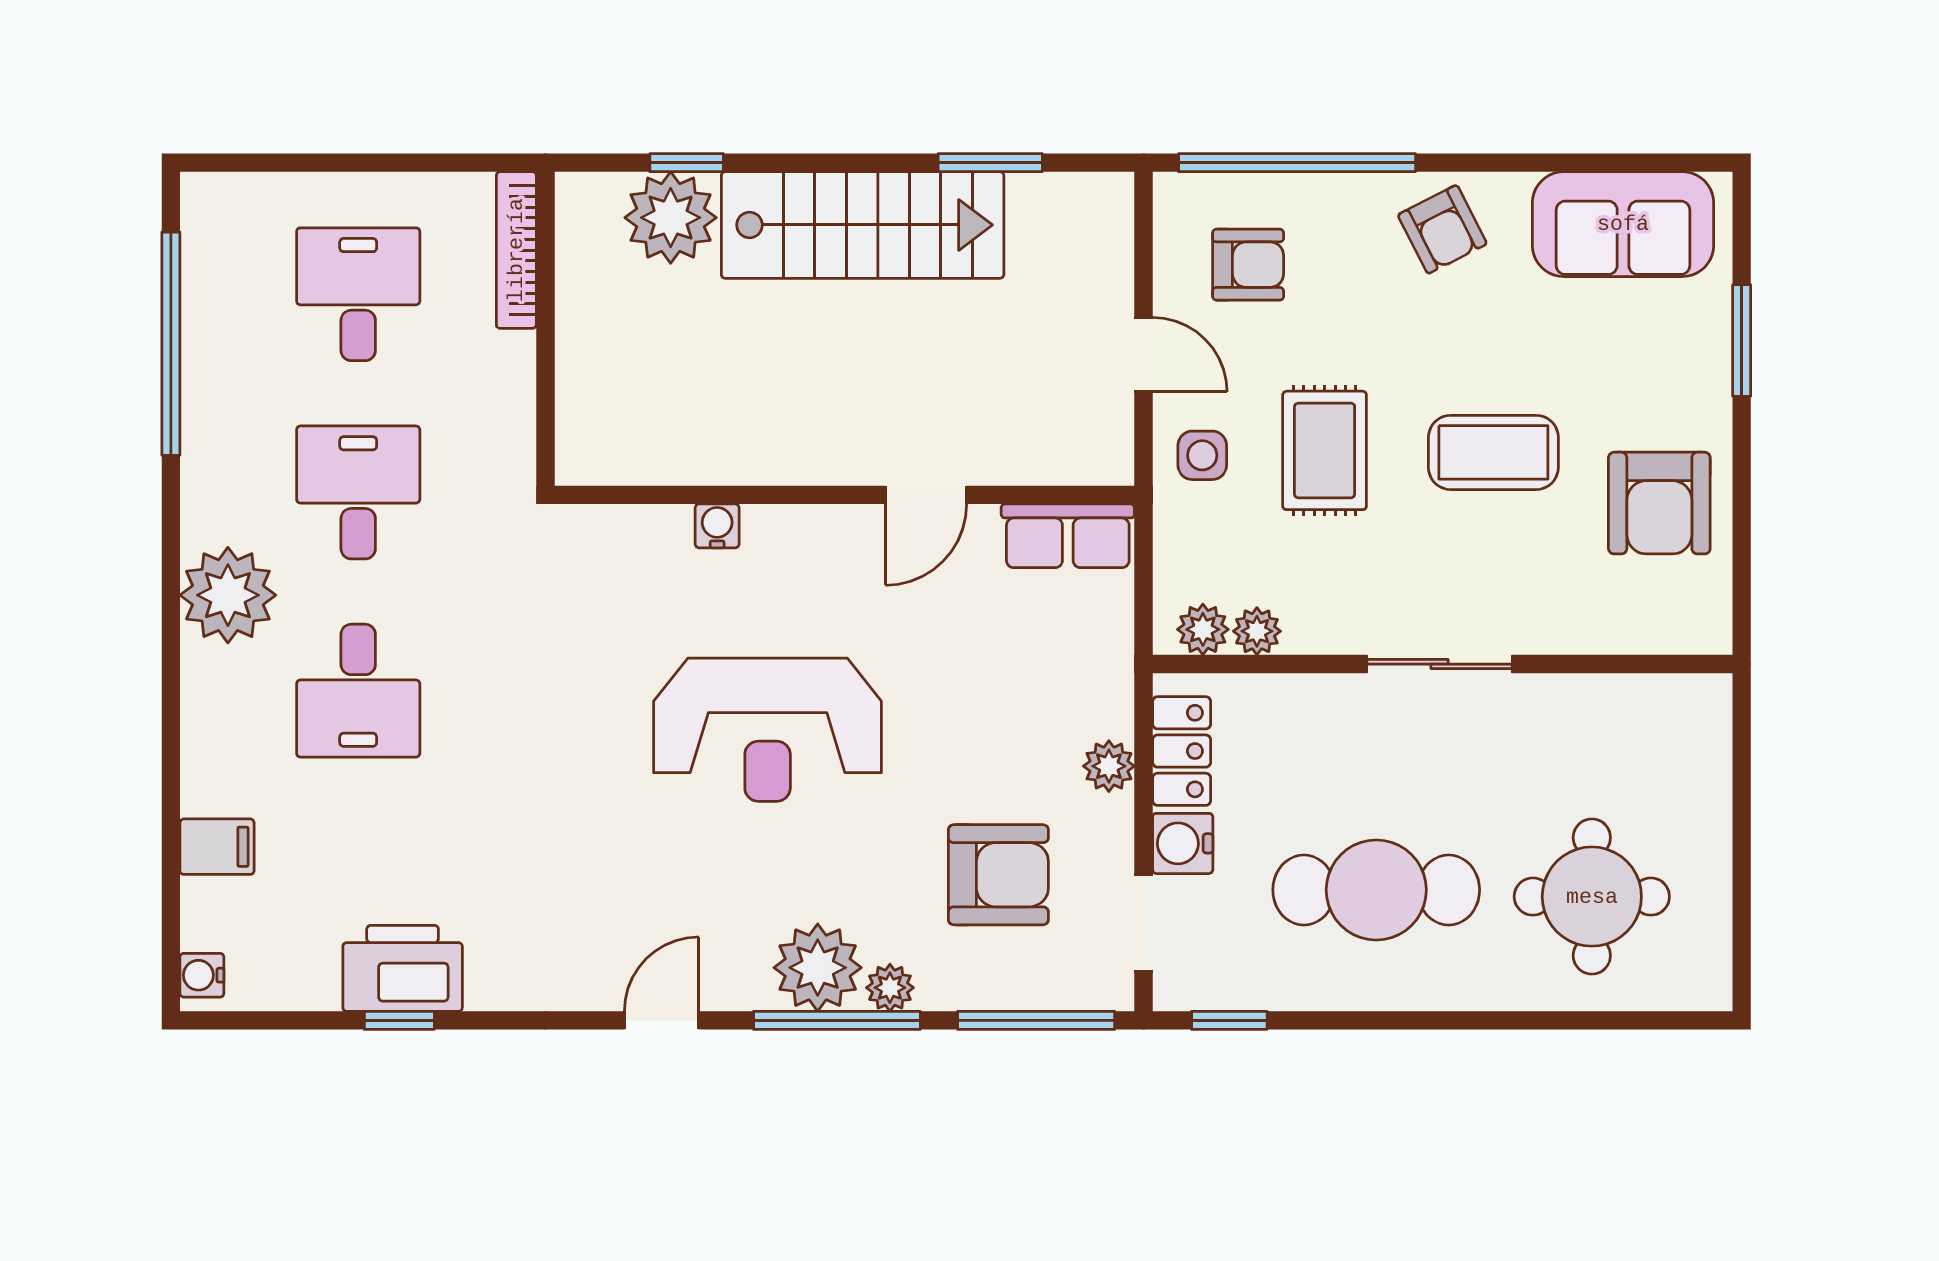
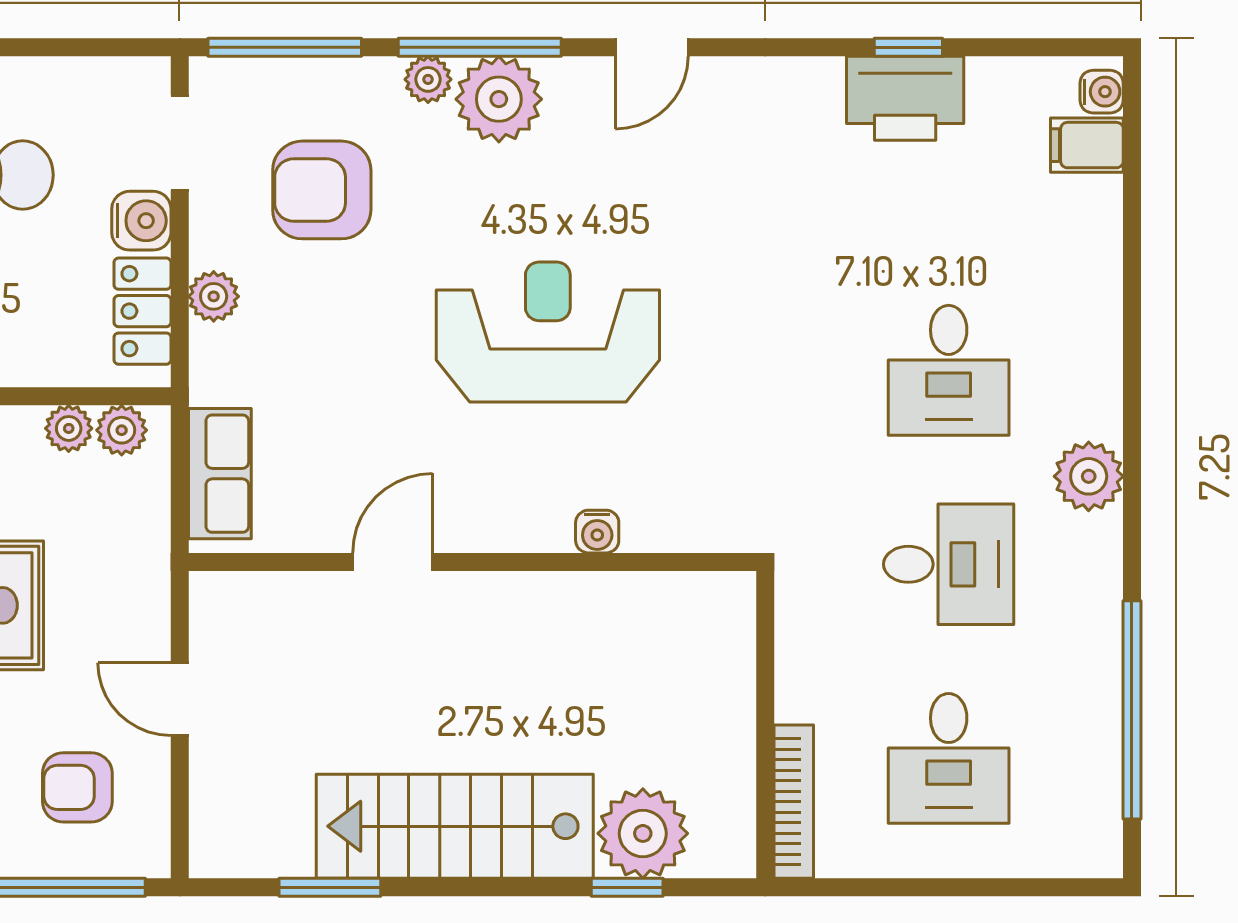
side table: (1202, 455) -> (122, 601), removed
desk: (358, 492) -> (949, 564), turned -90
row of seats: (1068, 536) -> (220, 474), moved, turned 90
plant: (228, 595) -> (1089, 476), width x0.73, depth x0.73
desk: (358, 691) -> (949, 370), turned 180
filing cabinet: (217, 847) -> (1087, 145), moved
window: (1229, 1020) -> (96, 47), removed

